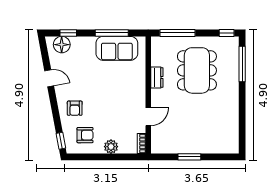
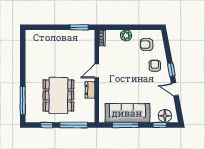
window: (227, 33) -> (47, 125), moved
sofa: (117, 48) -> (127, 113), width x1.36
door: (148, 117) -> (97, 71), moved
window: (61, 141) -> (171, 70), moved
window: (189, 157) -> (79, 27), moved

